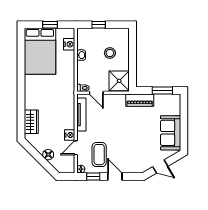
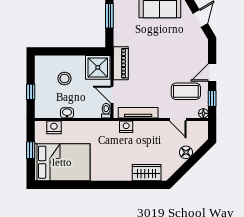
door: (96, 93) -> (112, 95), swing flipped
piano: (140, 100) -> (121, 63), moved
nightstand: (70, 135) -> (126, 127), moved

